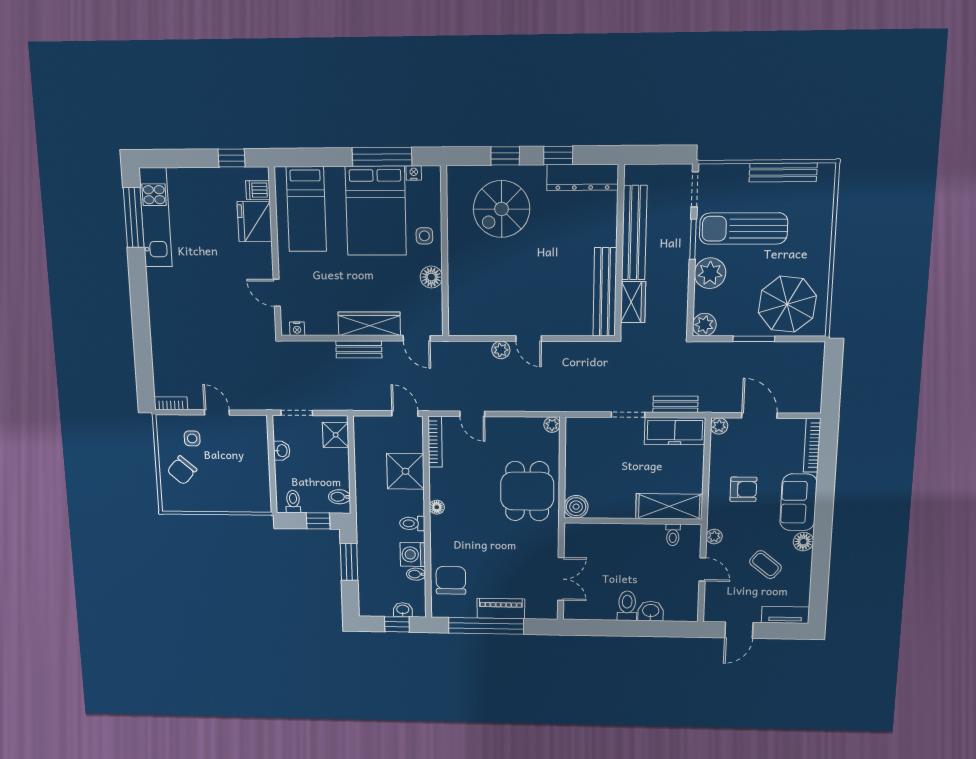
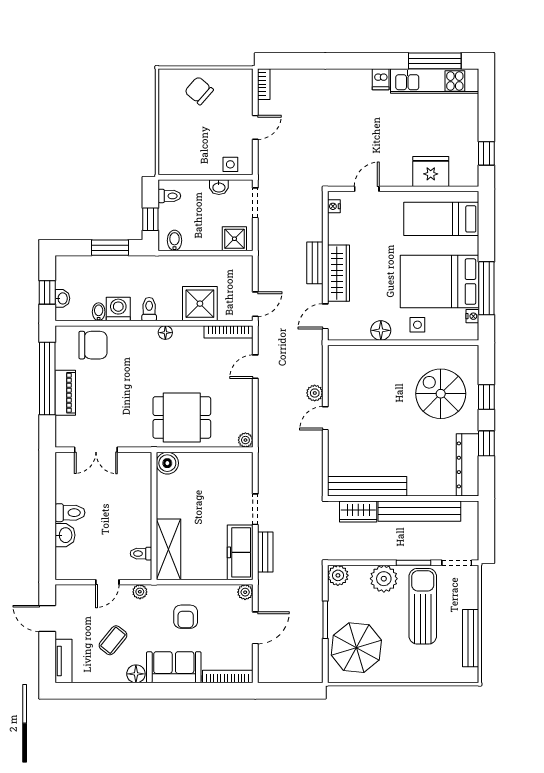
dishwasher: (258, 190) -> (381, 79), moved, turned 180
side table: (192, 438) -> (230, 164), moved

